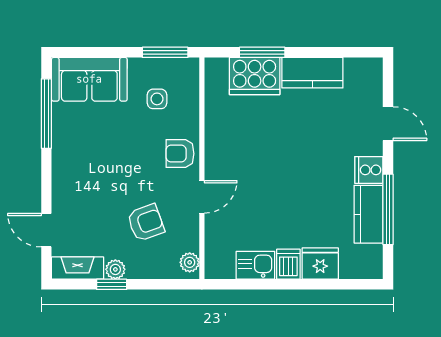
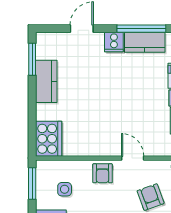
window: (262, 52) -> (32, 59), moved
cooker: (255, 76) -> (49, 139), moved

